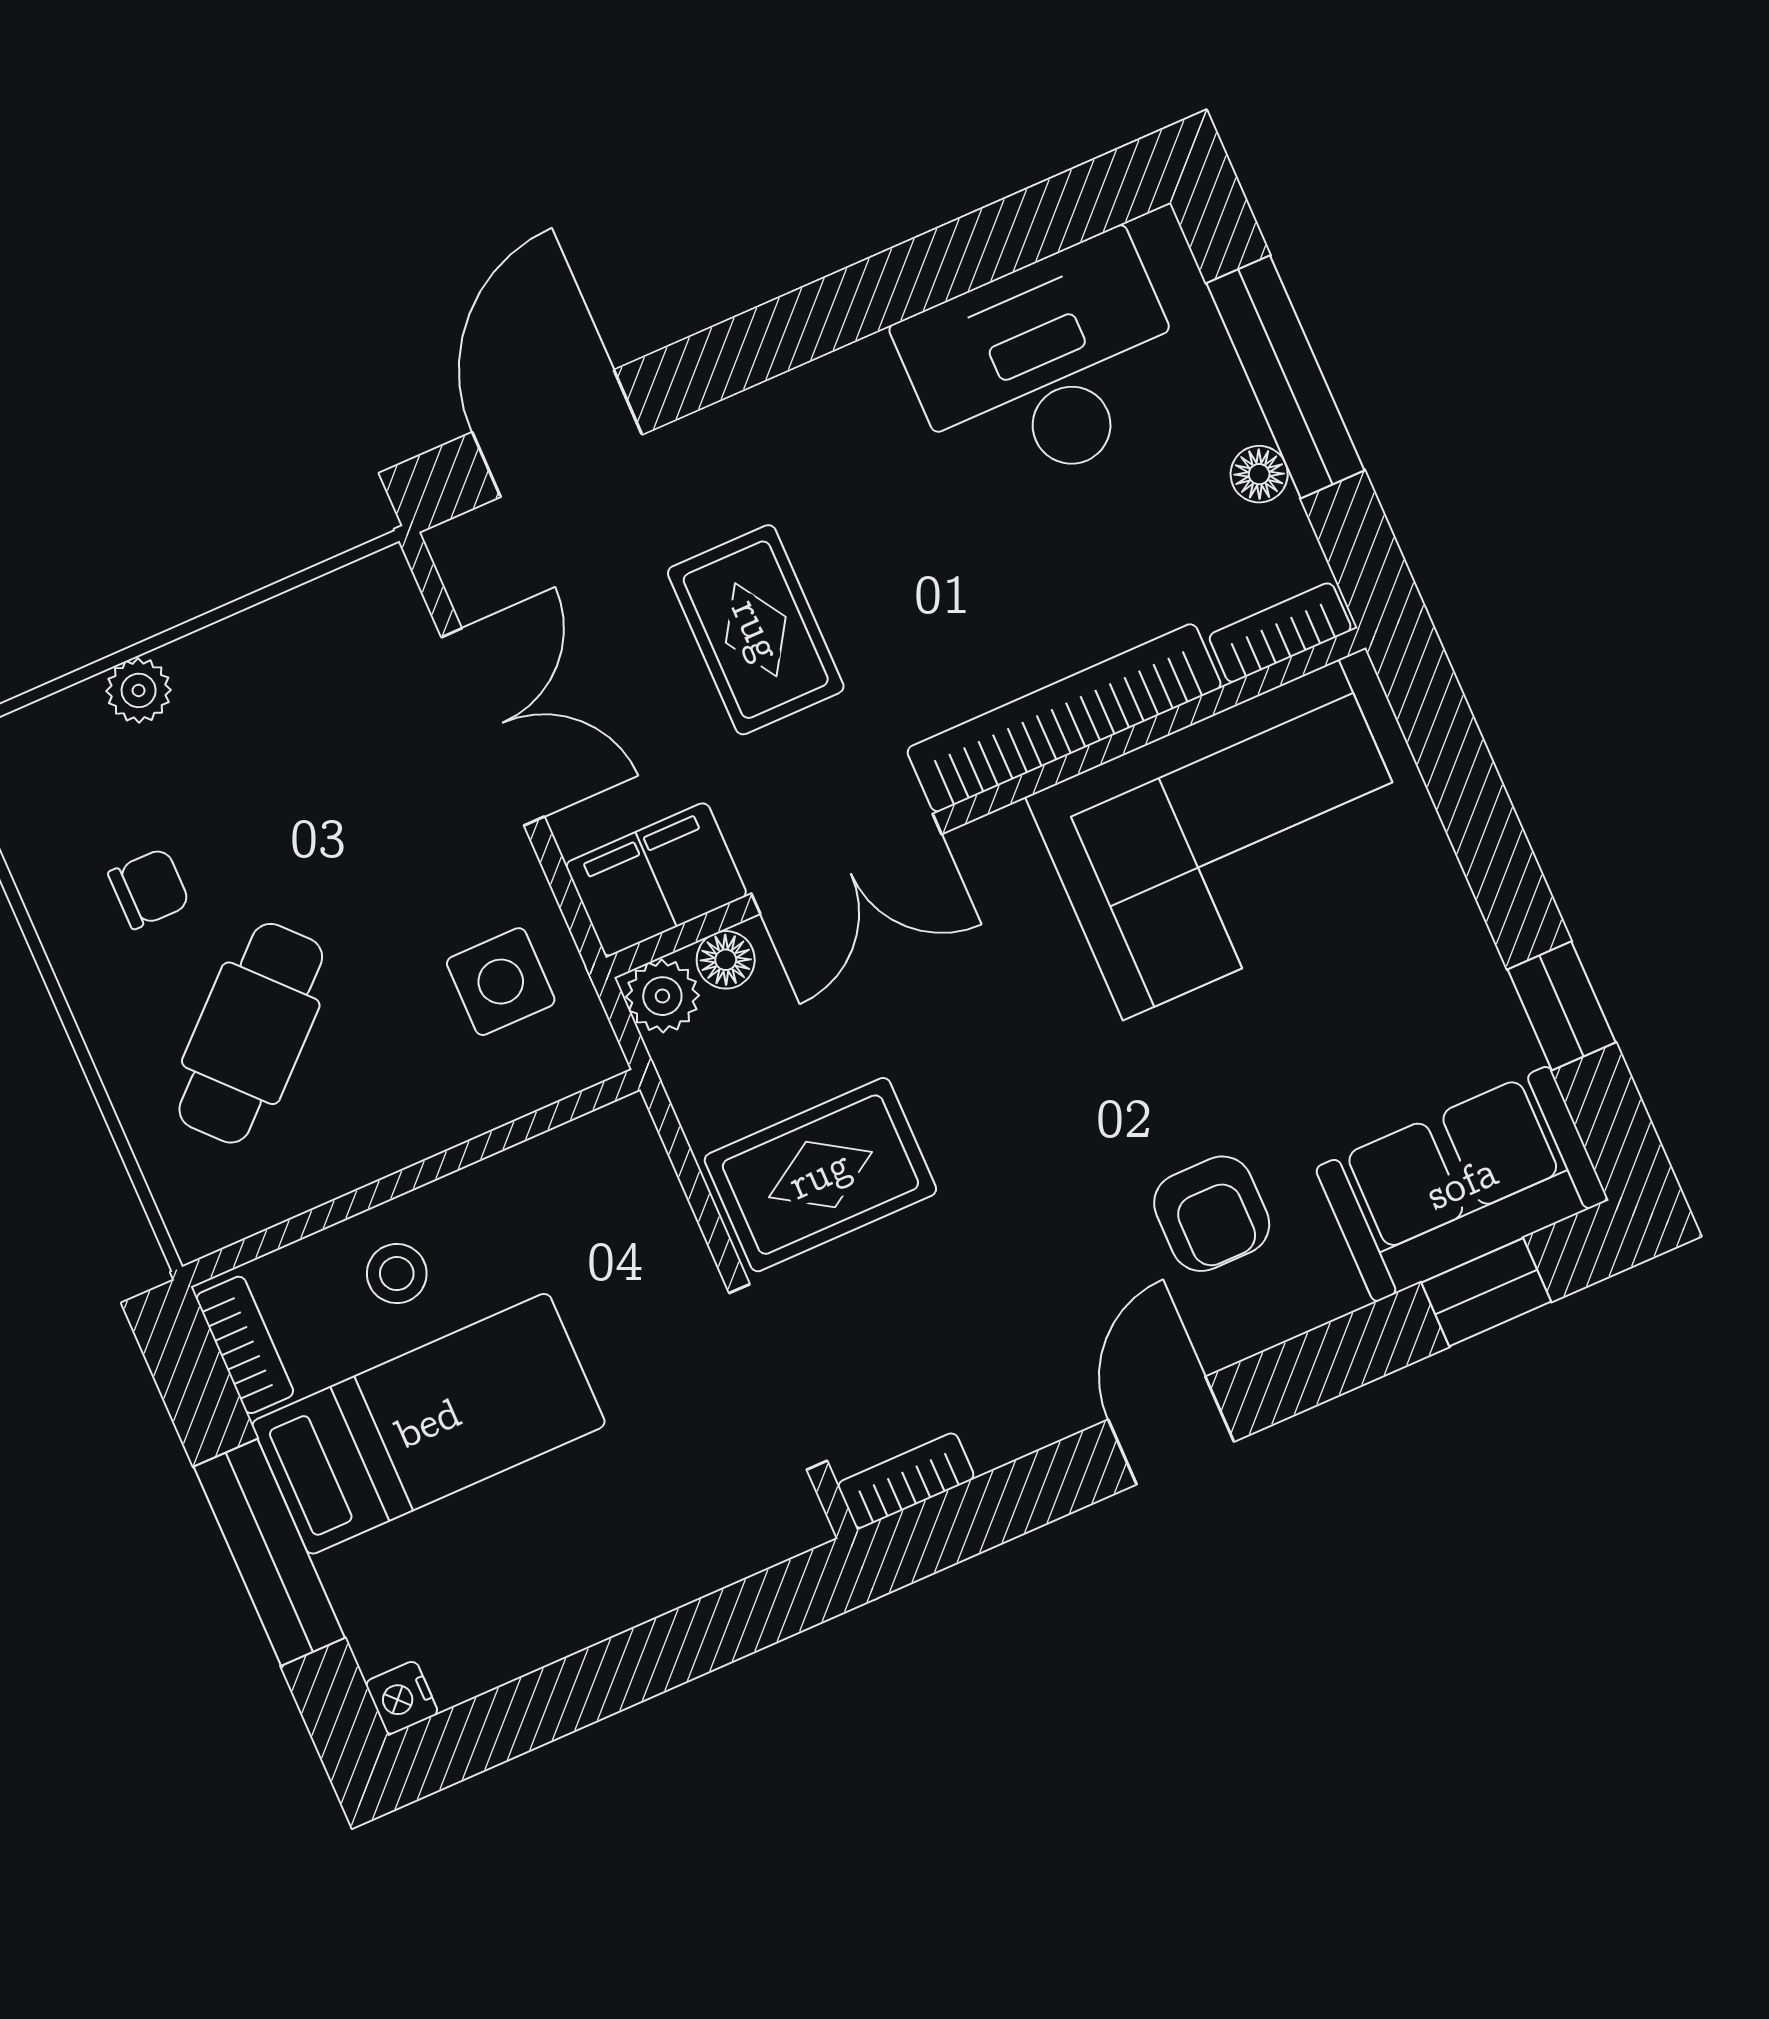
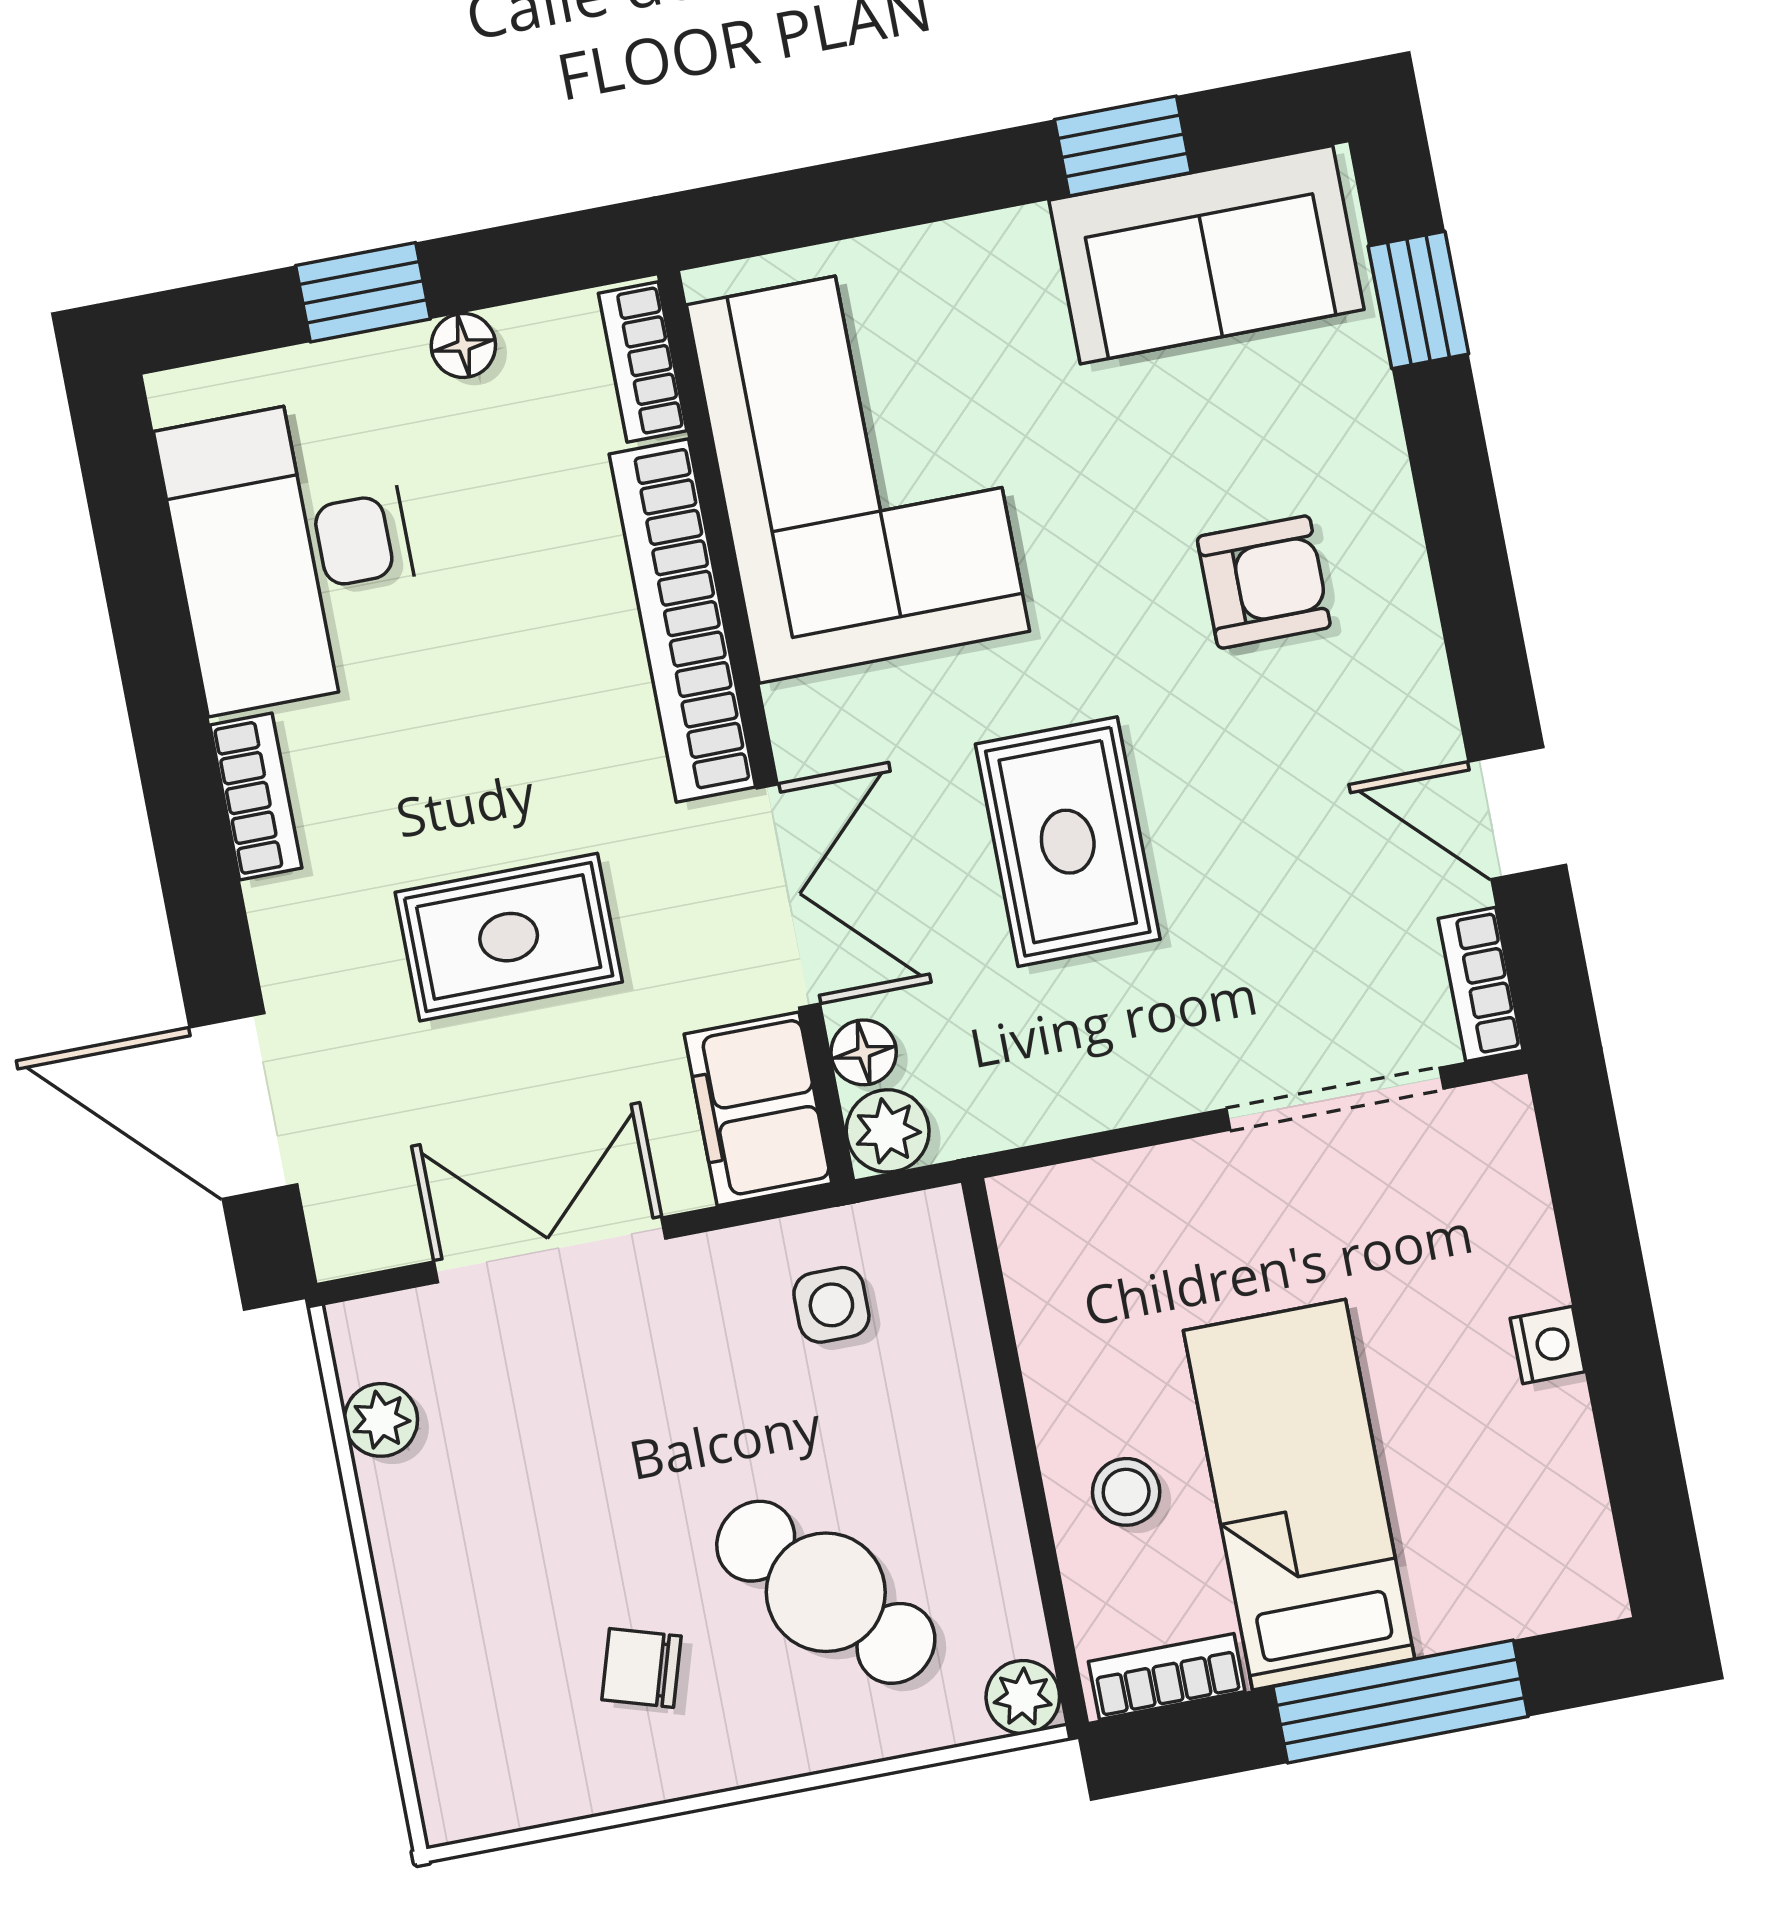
window: (1285, 377) -> (363, 292), width x0.46
bookcase: (828, 383) -> (256, 797), added
plant: (139, 690) -> (381, 1420), moved
chair: (149, 889) -> (642, 1668), turned -73
side table: (501, 982) -> (831, 1305), width x0.73, depth x0.73
rug: (820, 1175) -> (1068, 842), moved
sofa: (1462, 1184) -> (1206, 255), moved, turned -90
plant: (199, 1224) -> (1023, 1697), added
door: (1171, 1431) -> (1517, 813), moved
nightstand: (402, 1698) -> (1548, 1345), moved, turned -90

